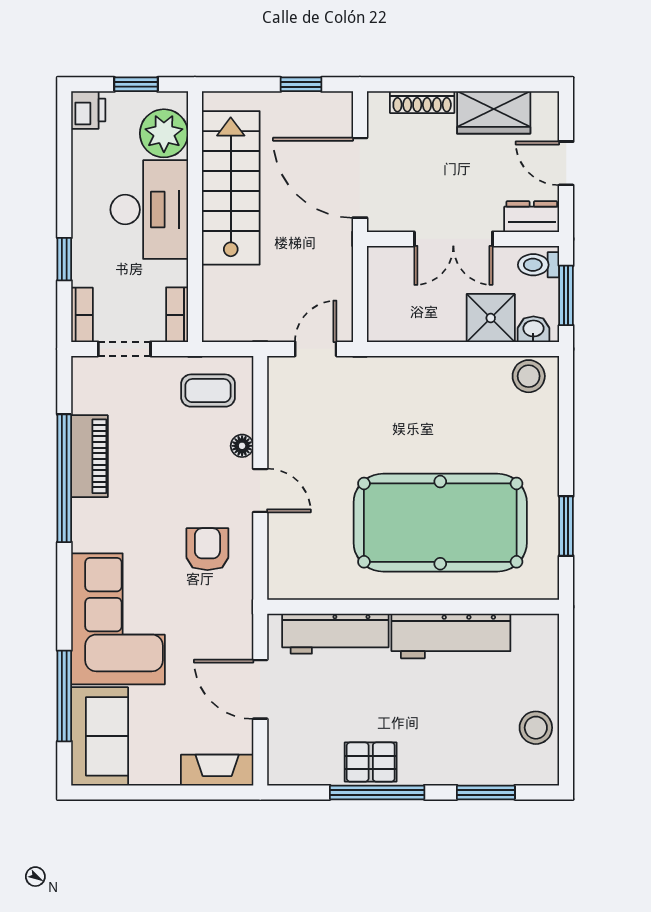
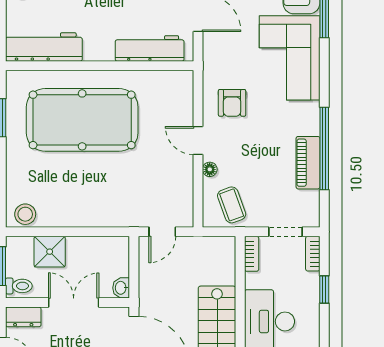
washbasin: (533, 329) -> (121, 288), moved, turned 90
coffee table: (208, 391) -> (232, 205), turned 70
workbench: (451, 636) -> (44, 47), moved

